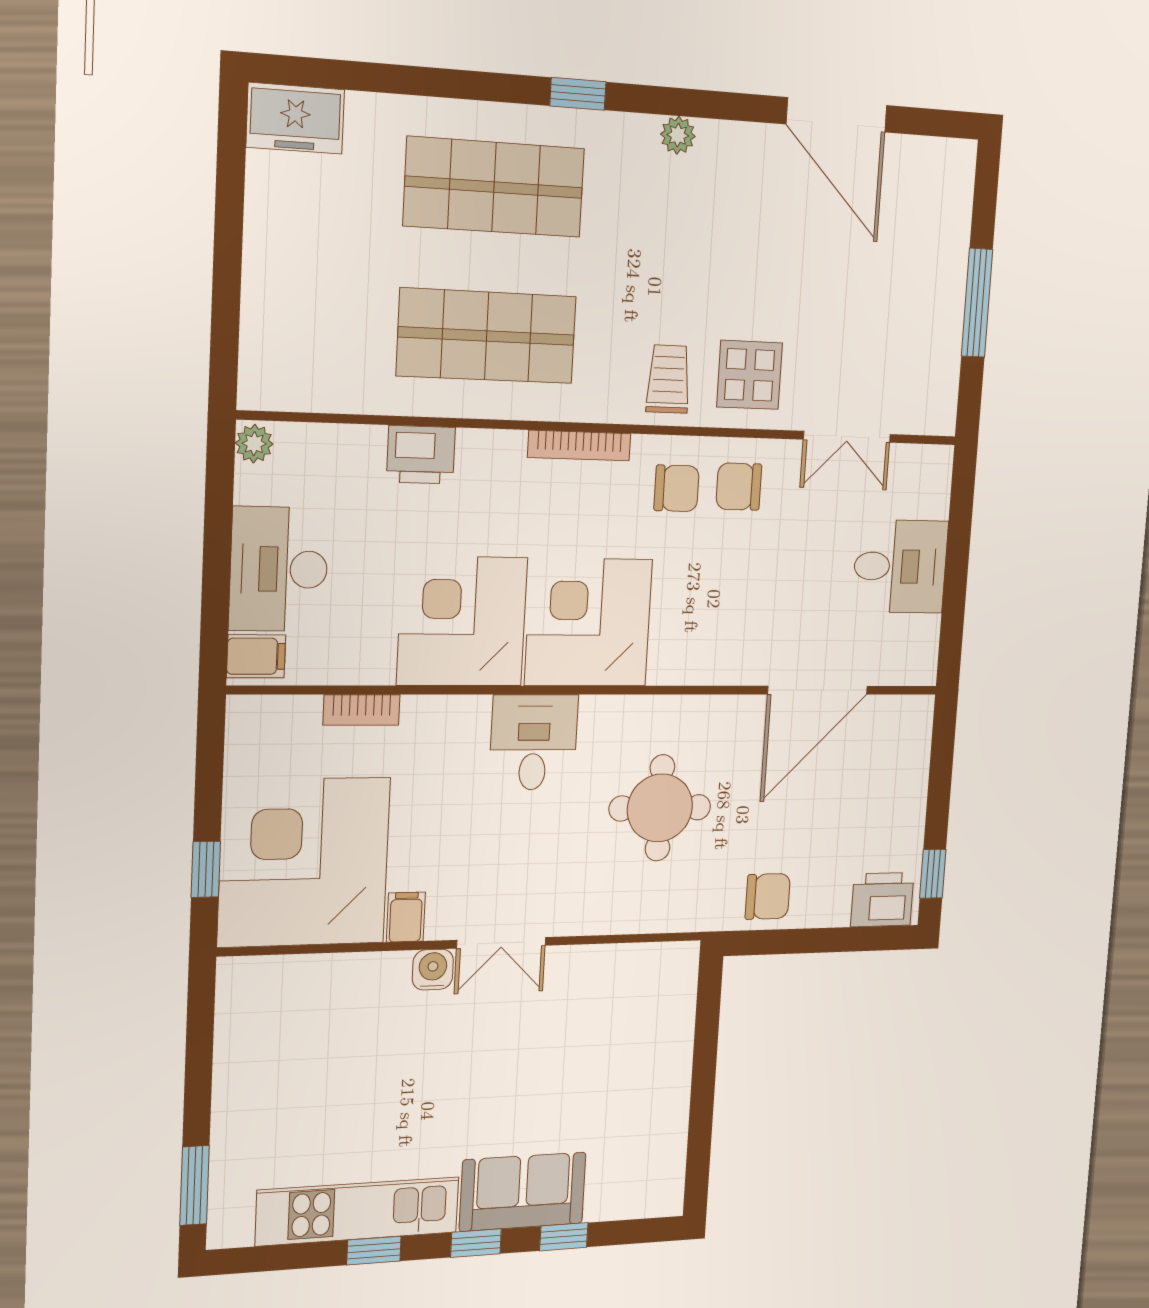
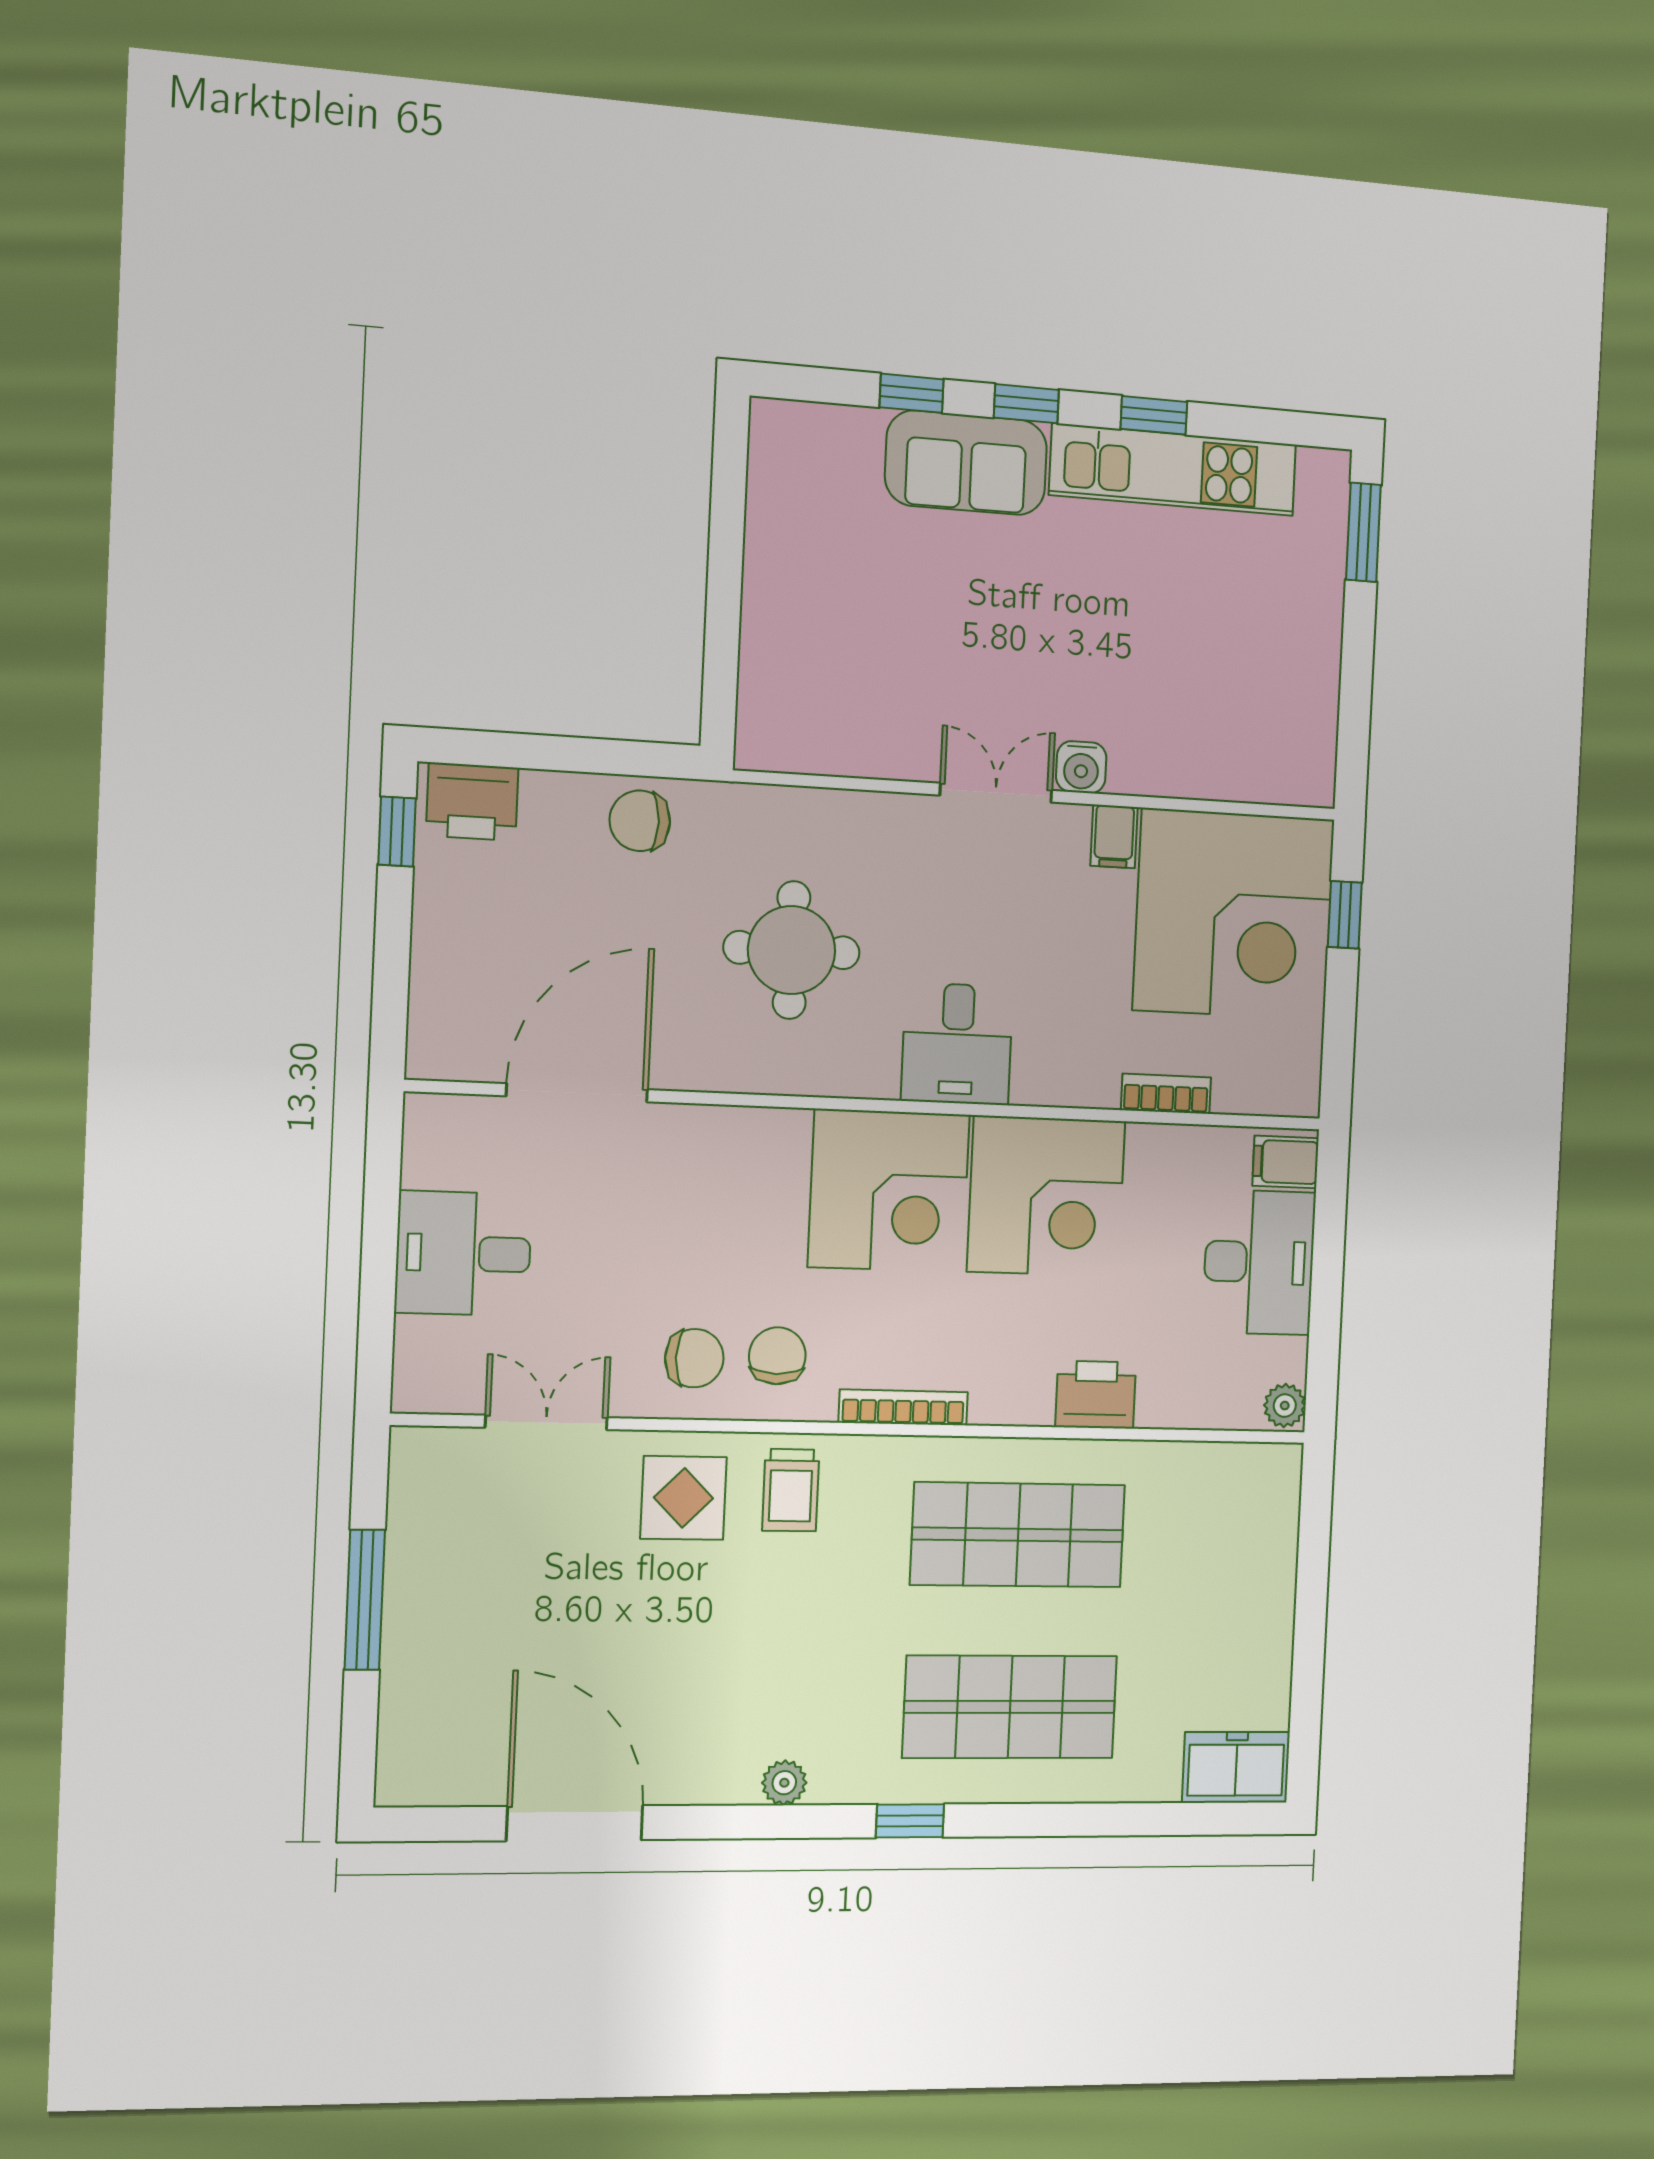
chair: (677, 488) -> (777, 1356), turned 90

